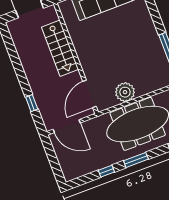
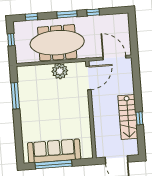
stairs: (60, 48) -> (128, 117), moved, turned 180
window: (32, 103) -> (139, 118), moved

